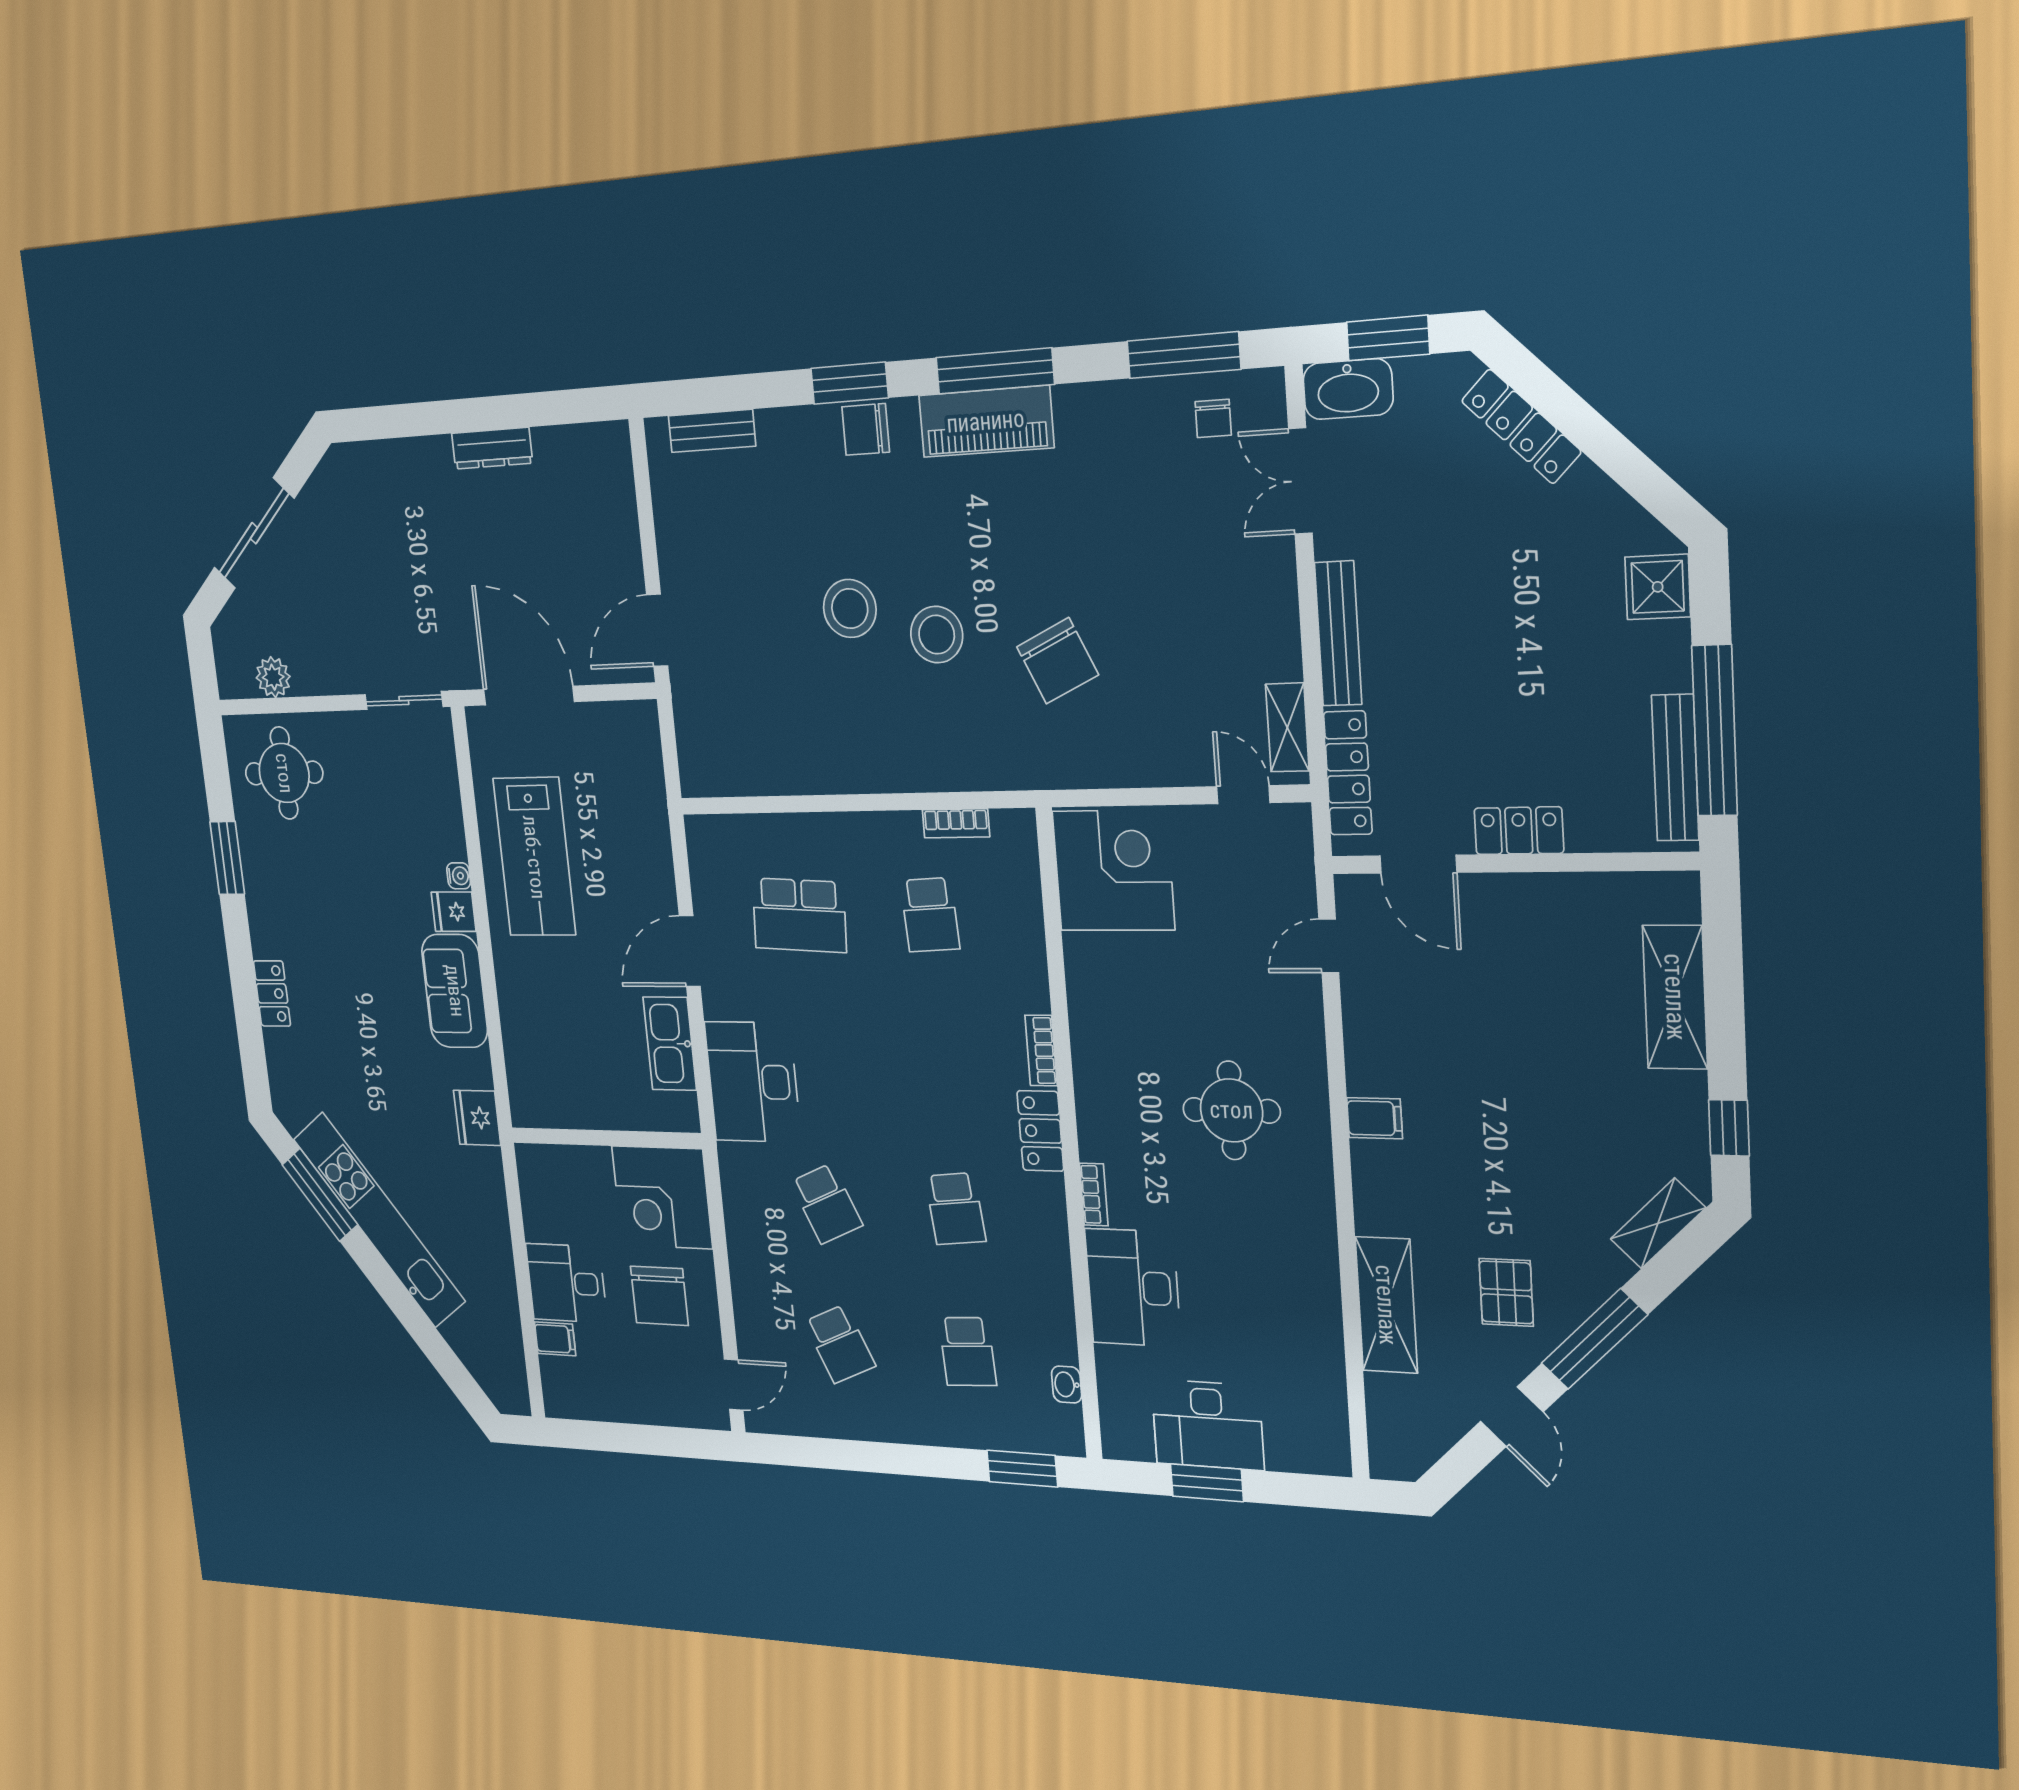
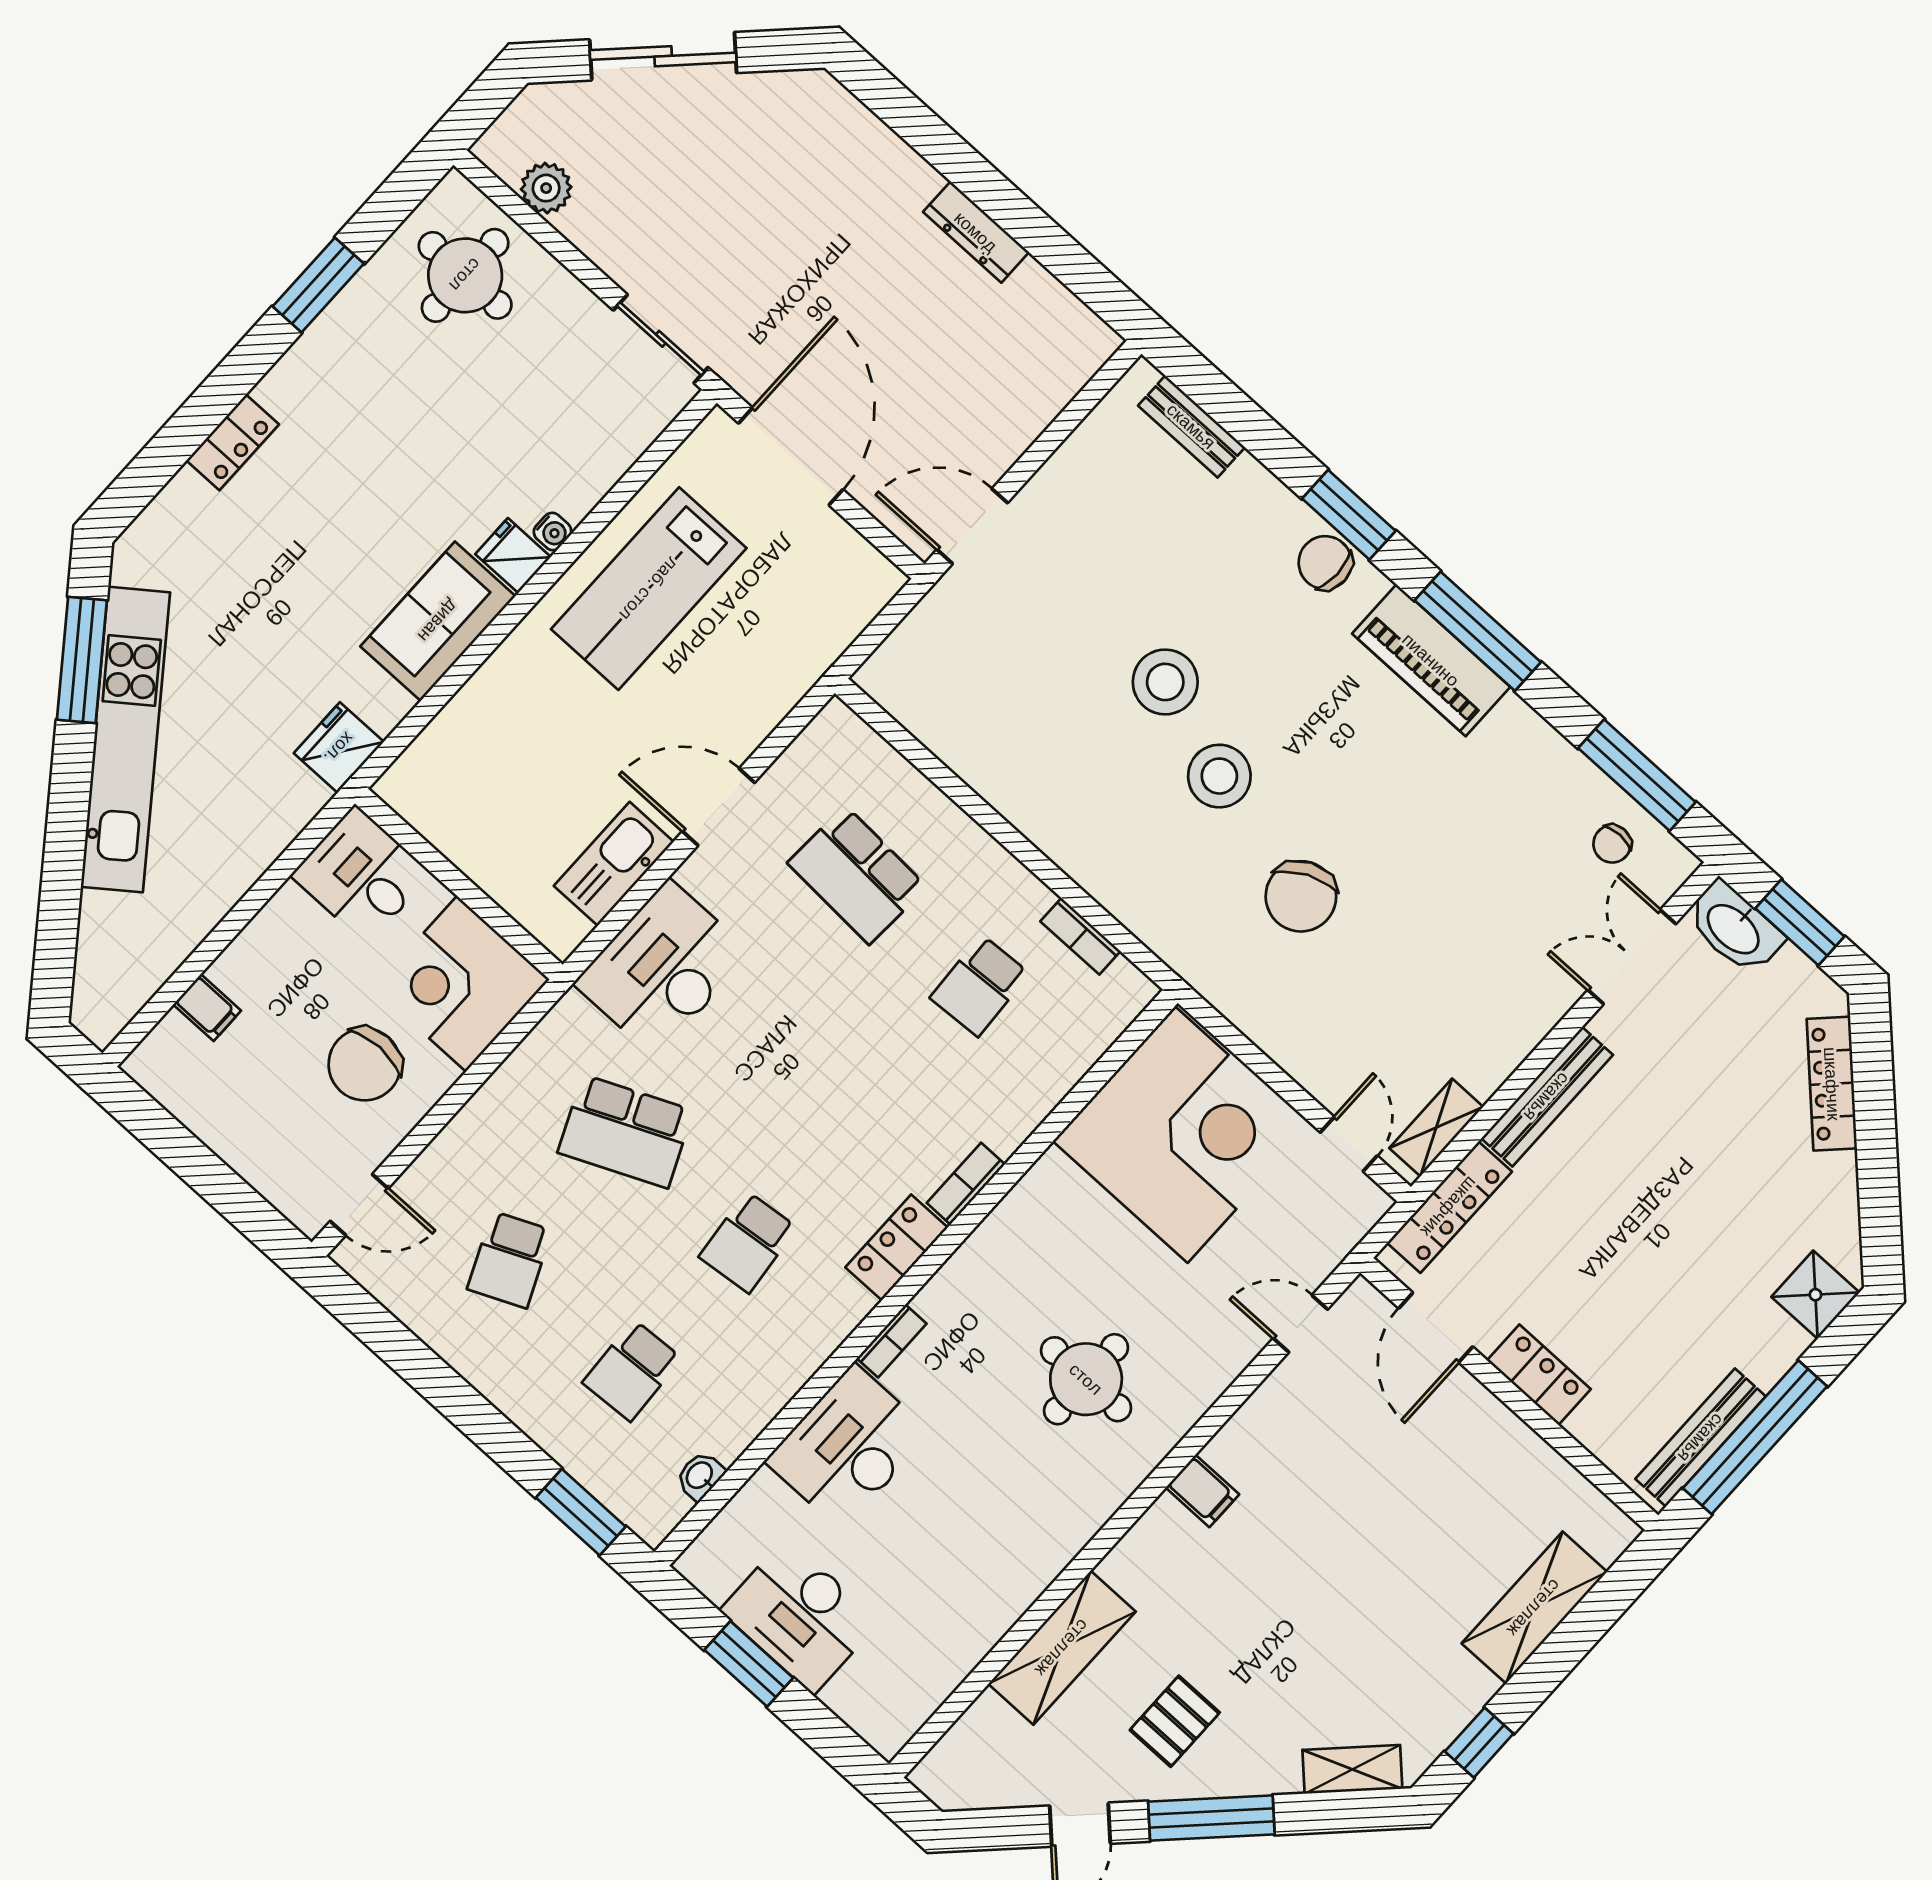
corner desk: (1113, 870) -> (1181, 1135), width x1.36, depth x1.36
school desk: (826, 1204) -> (625, 1131), width x1.85
desk: (566, 1283) -> (361, 875), moved

